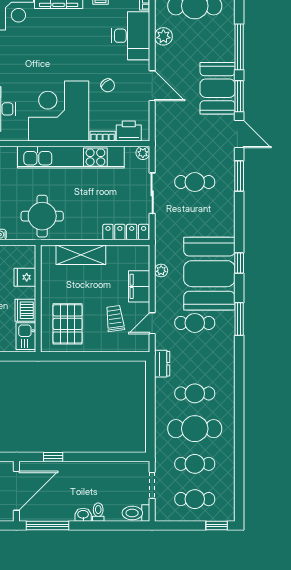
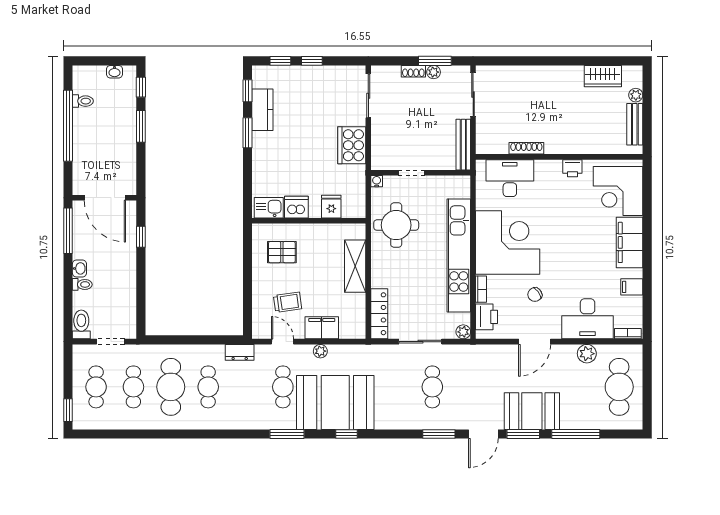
plant: (161, 271) -> (320, 351), moved
pallet: (68, 324) -> (282, 252), width x0.67, depth x0.71

